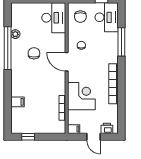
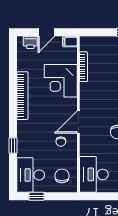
window: (121, 42) -> (13, 146), width x0.46
door: (67, 62) -> (78, 122), swing flipped
door: (94, 137) -> (46, 32), swing flipped

